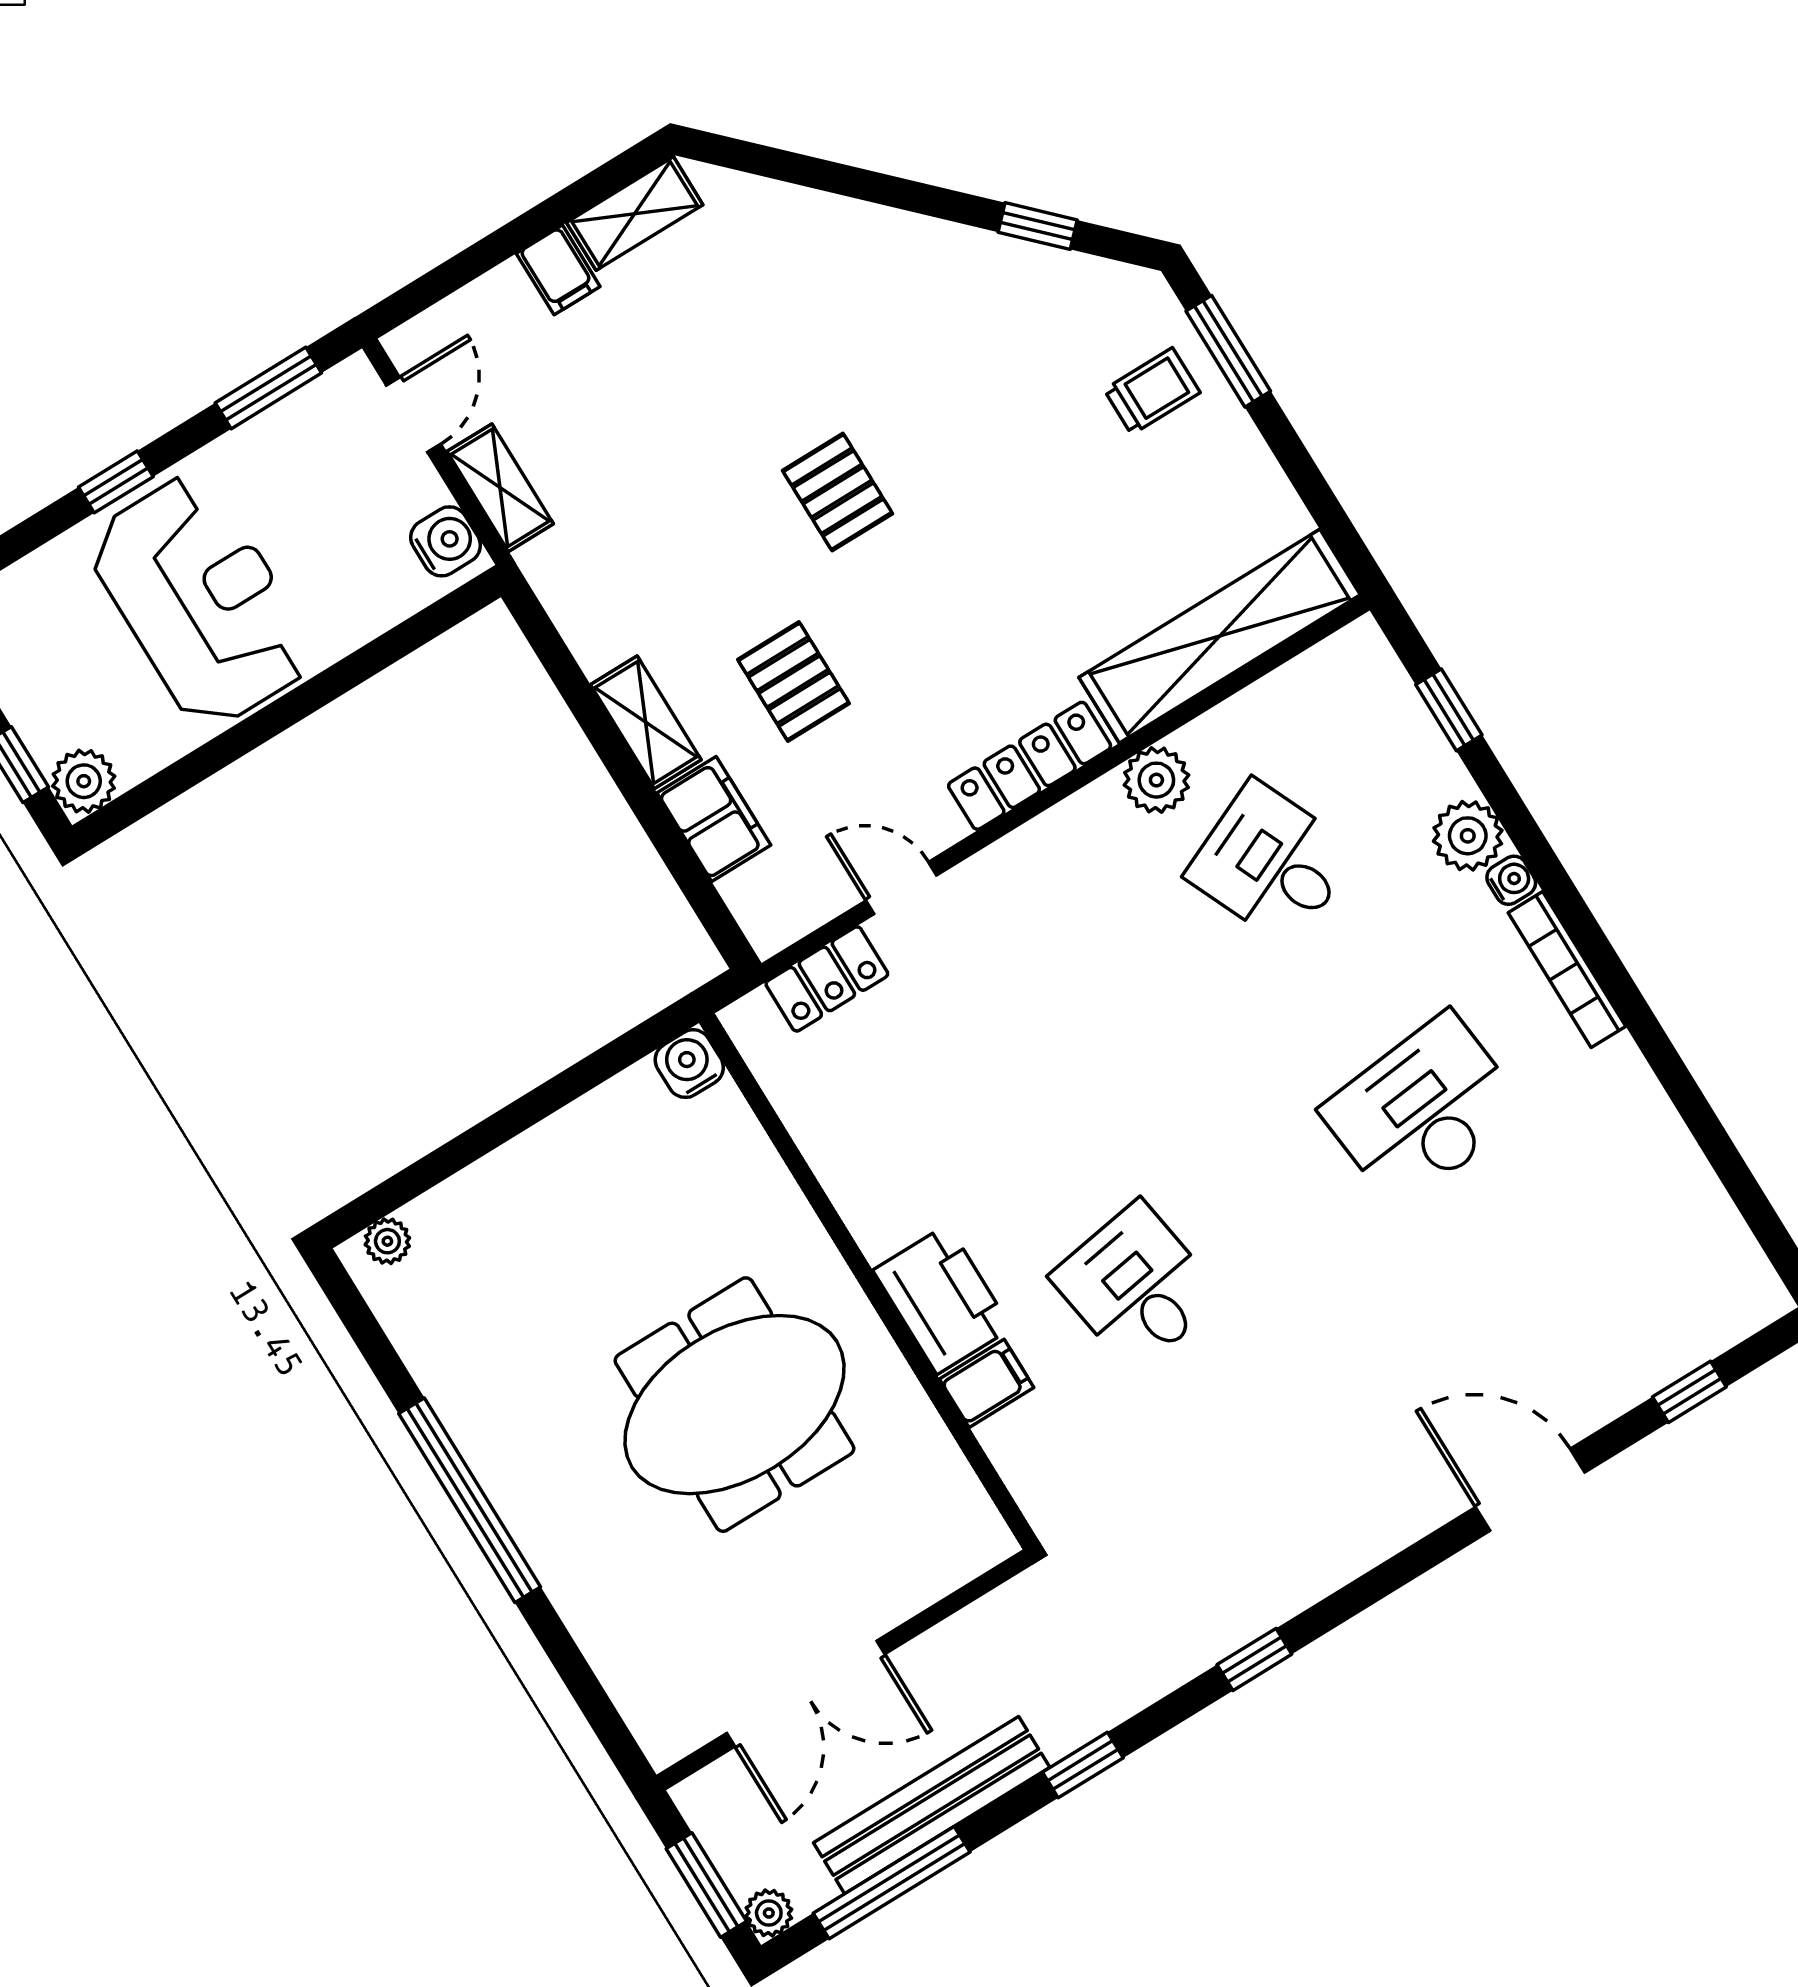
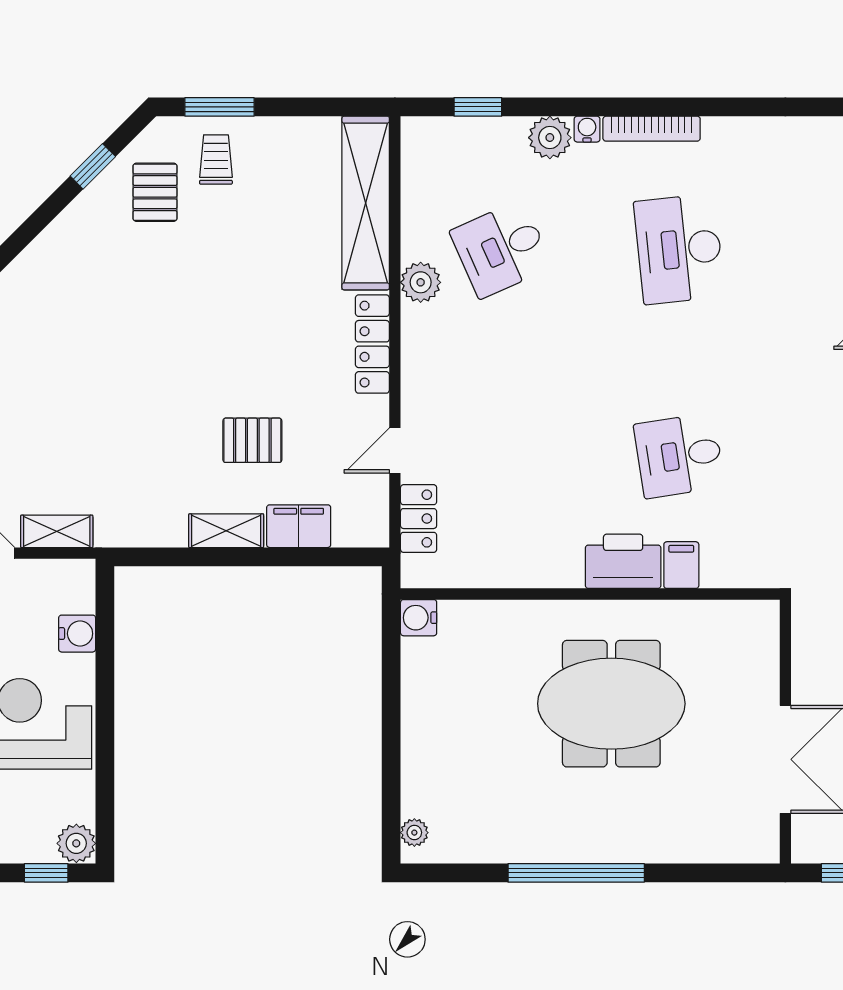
pallet: (838, 492) -> (155, 192), moved, turned 90
water cooler: (446, 541) -> (77, 634), moved, turned 90
meeting table: (734, 1405) -> (611, 704), turned 90

